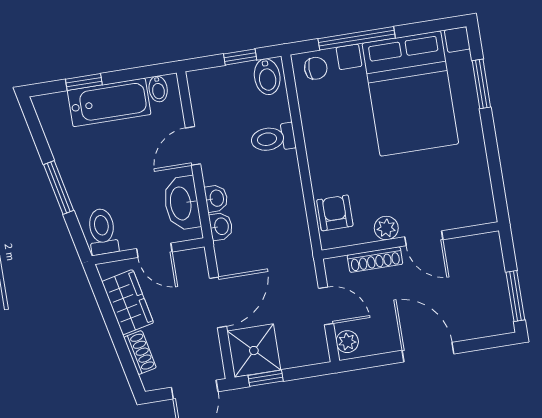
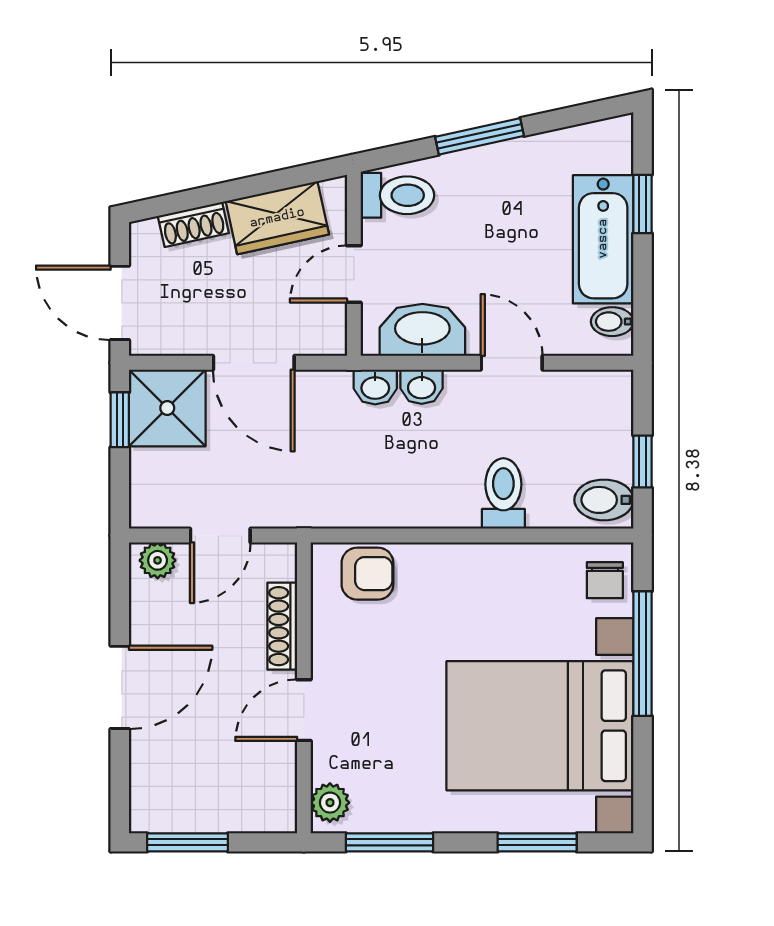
window: (496, 173) -> (390, 842), added
plant: (386, 228) -> (330, 803), moved

